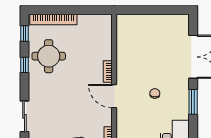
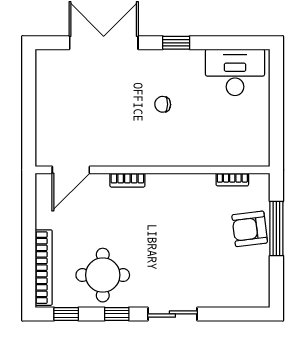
door: (114, 96) -> (71, 170), moved
window: (193, 102) -> (176, 43), width x0.67
sliding door: (24, 116) -> (172, 314), moved

